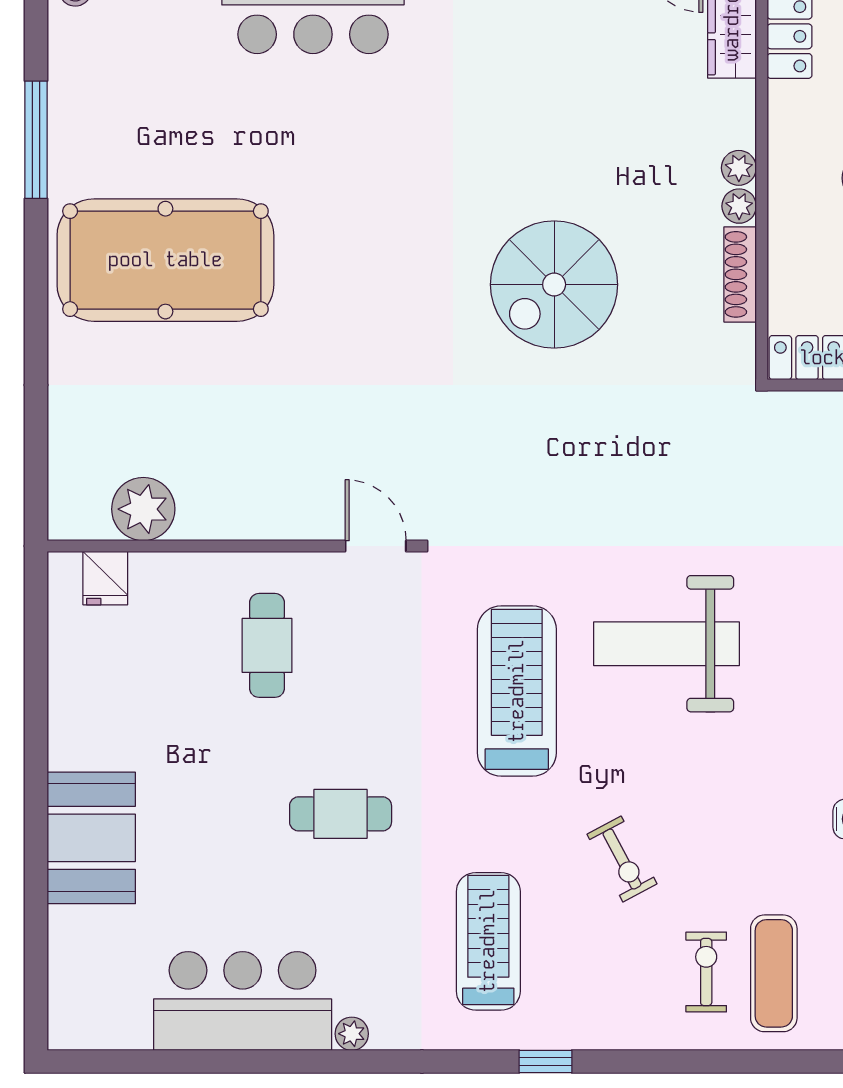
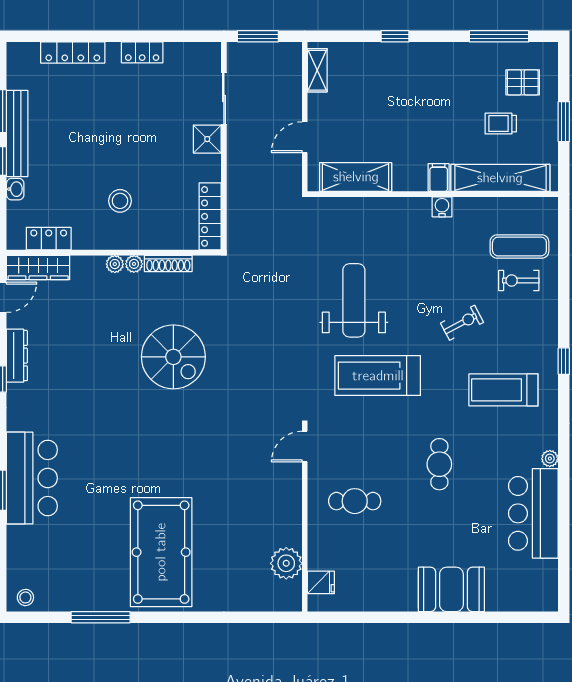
weight bench: (666, 644) -> (354, 300), turned 180

